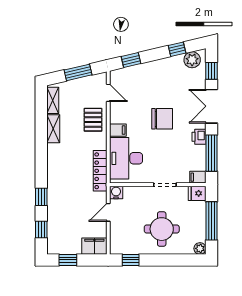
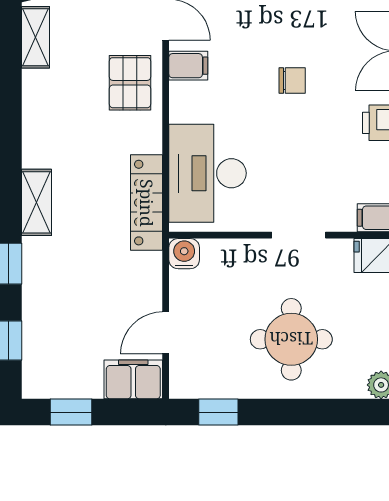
chair: (162, 119) -> (292, 81), width x0.54, depth x0.54
shelving: (53, 129) -> (37, 202), moved
filing cabinet: (118, 130) -> (188, 66), moved
door: (108, 212) -> (166, 333), moved

